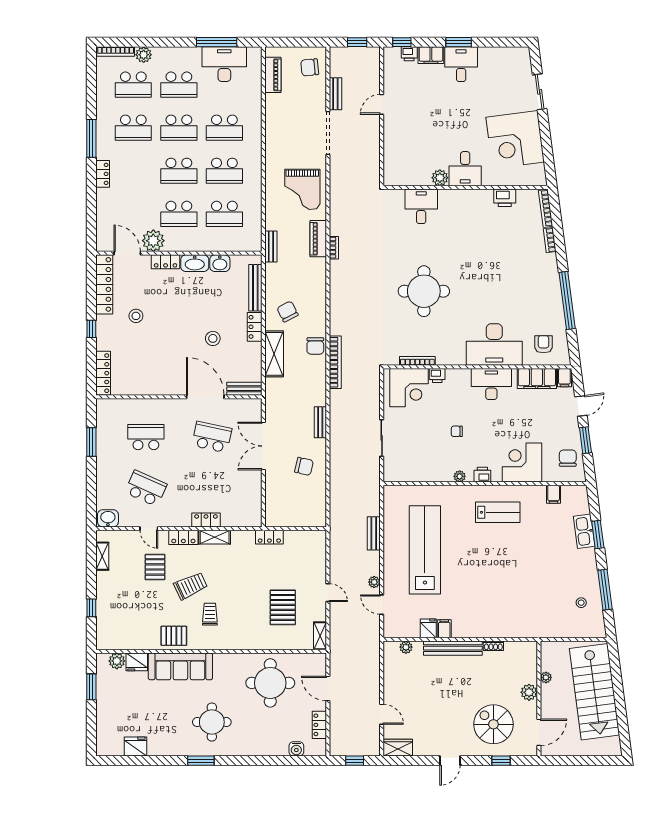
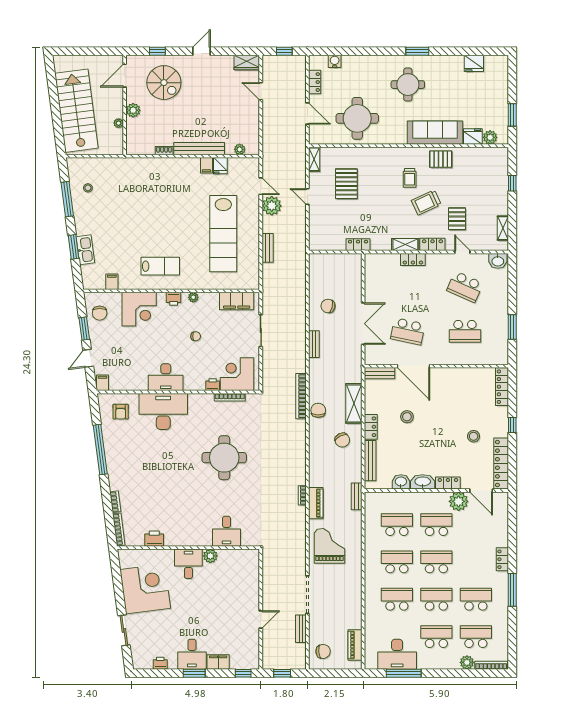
printer: (409, 54) -> (160, 663), moved
filing cabinet: (537, 379) -> (237, 301), moved, turned 180
lab bench: (498, 512) -> (160, 266), turned 180
plant: (374, 582) -> (272, 206), width x1.87, depth x1.87

